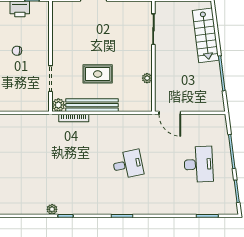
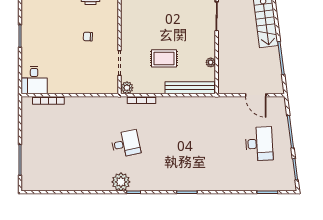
bench: (92, 105) -> (190, 88), moved
door: (170, 113) -> (256, 95), moved
desk: (128, 164) -> (126, 144), moved
plant: (52, 209) -> (121, 182), width x1.87, depth x1.87

